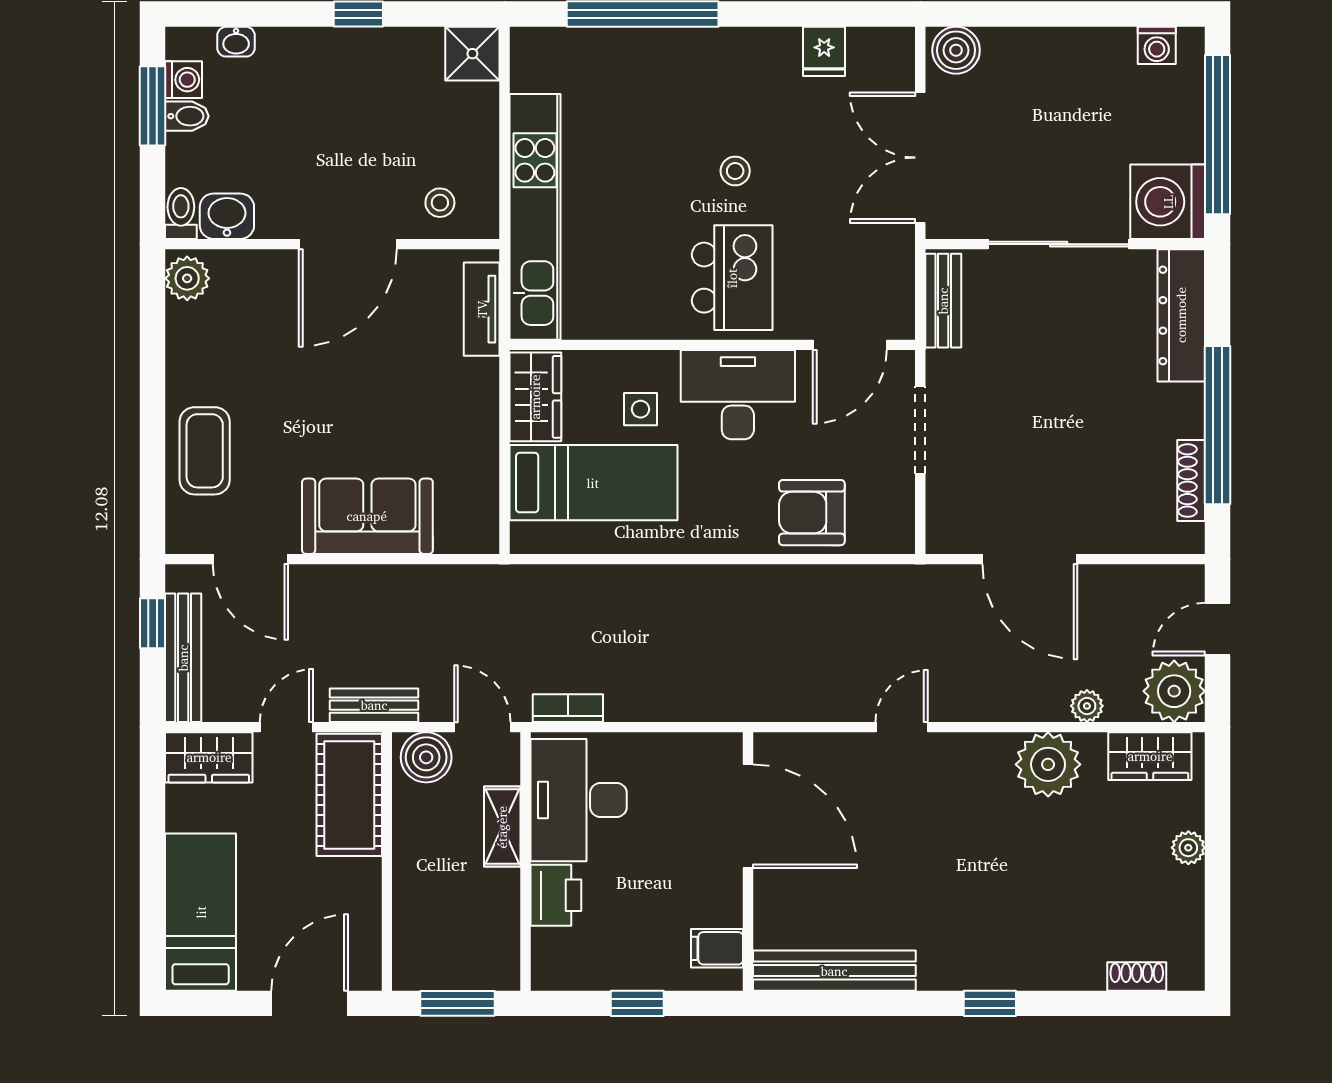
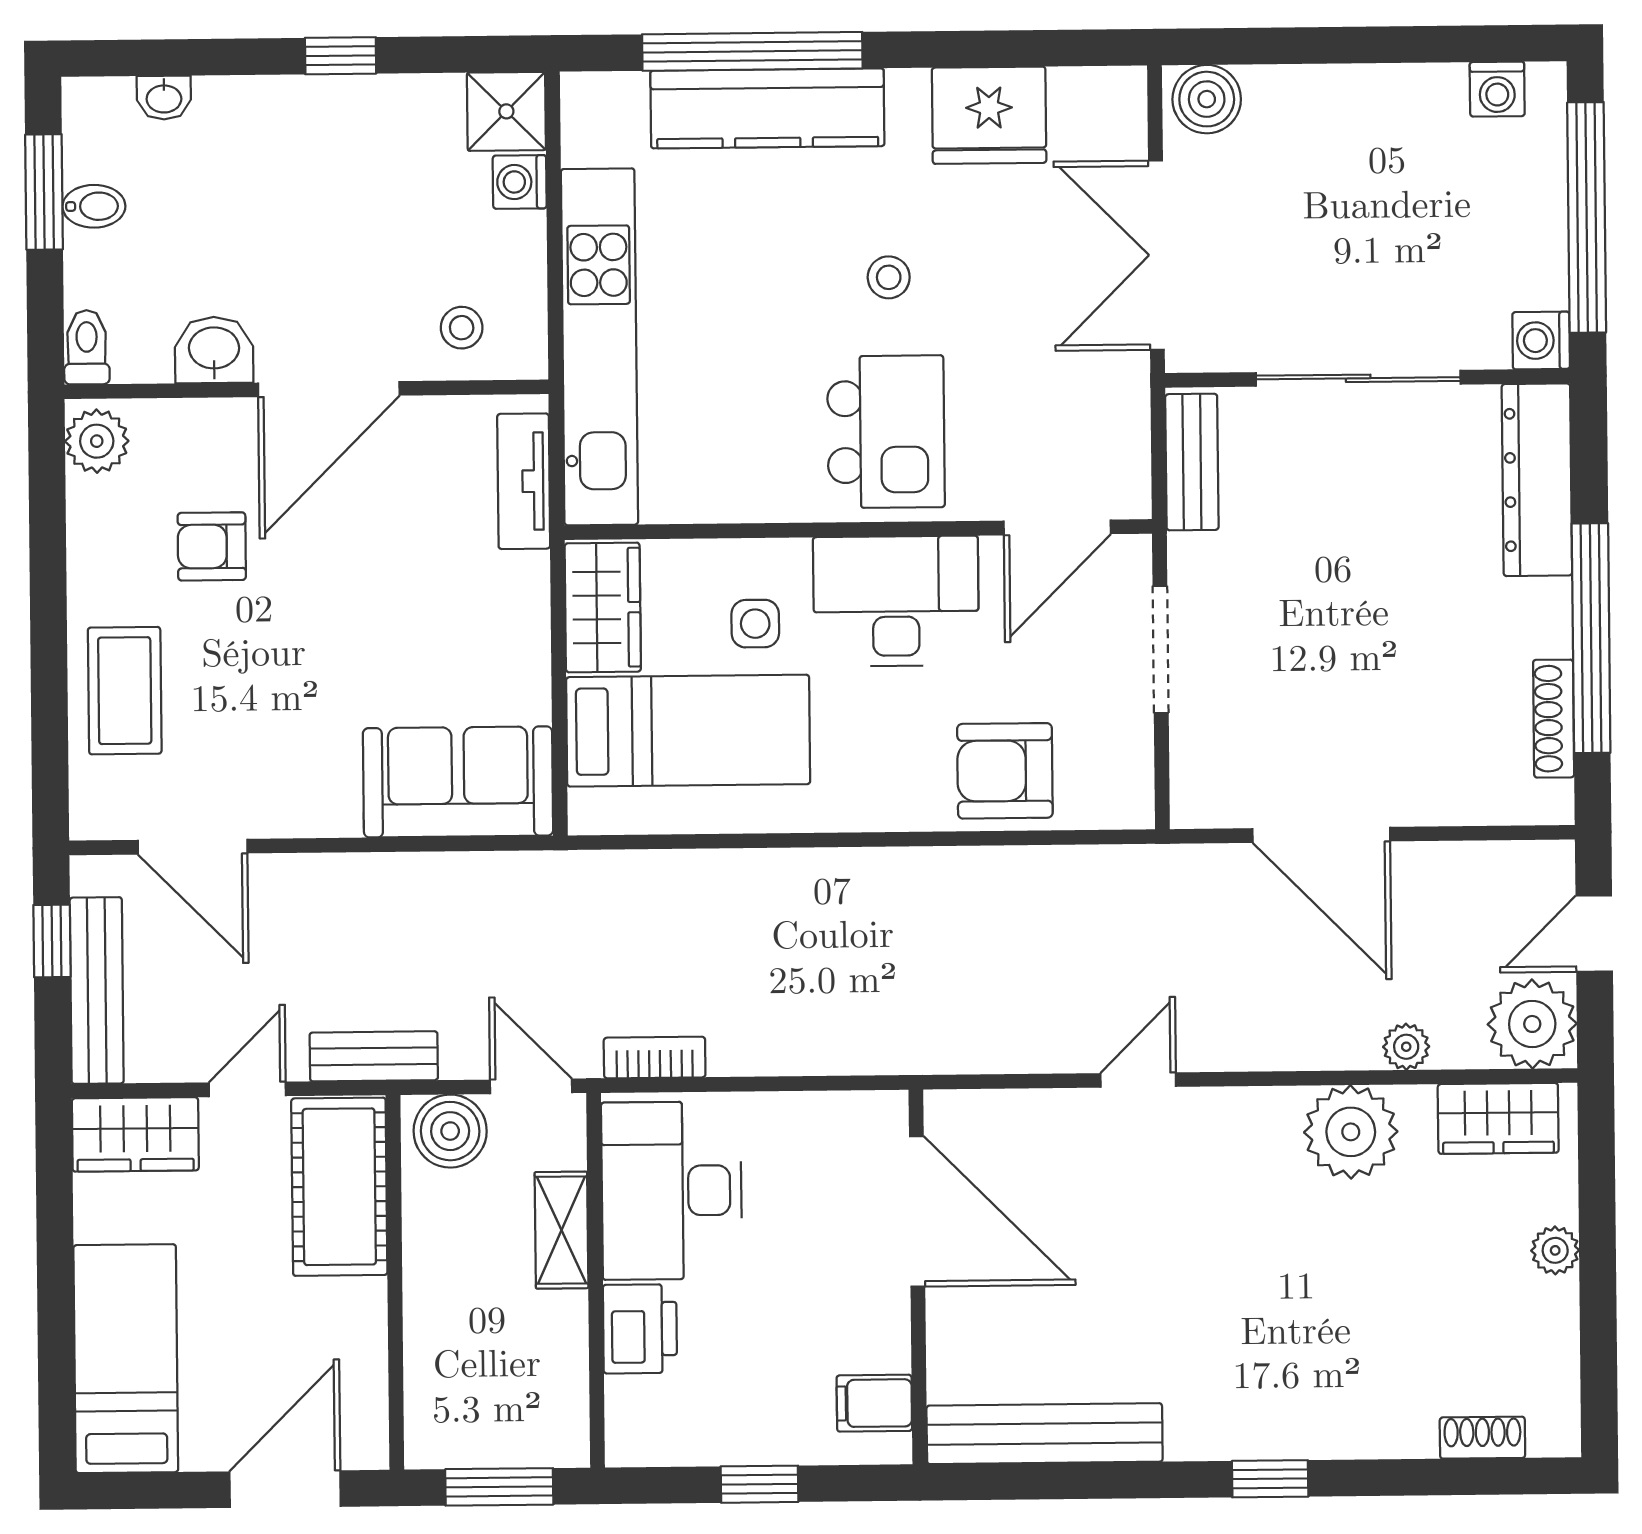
fridge: (824, 51) -> (989, 115), width x1.88, depth x1.34
kitchen counter: (653, 53) -> (767, 108), added
washing machine: (184, 80) -> (520, 182), moved, turned 180
washing machine: (1168, 202) -> (1541, 341), width x0.53, depth x0.53
washbasin: (227, 216) -> (214, 350), moved
armchair: (266, 352) -> (212, 546), added
sofa: (367, 516) -> (458, 782), moved

